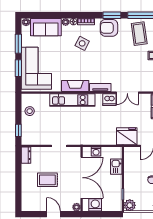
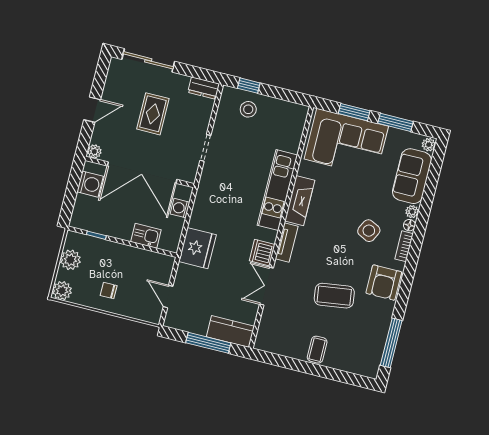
window: (112, 15) -> (404, 293), removed
armchair: (109, 28) -> (384, 283), turned 180
coffee table: (139, 34) -> (334, 296), moved
stool: (30, 111) -> (248, 109), moved
fridge: (127, 136) -> (197, 248), moved
sliding door: (18, 190) -> (148, 60), added
plant: (130, 205) -> (70, 260), moved

